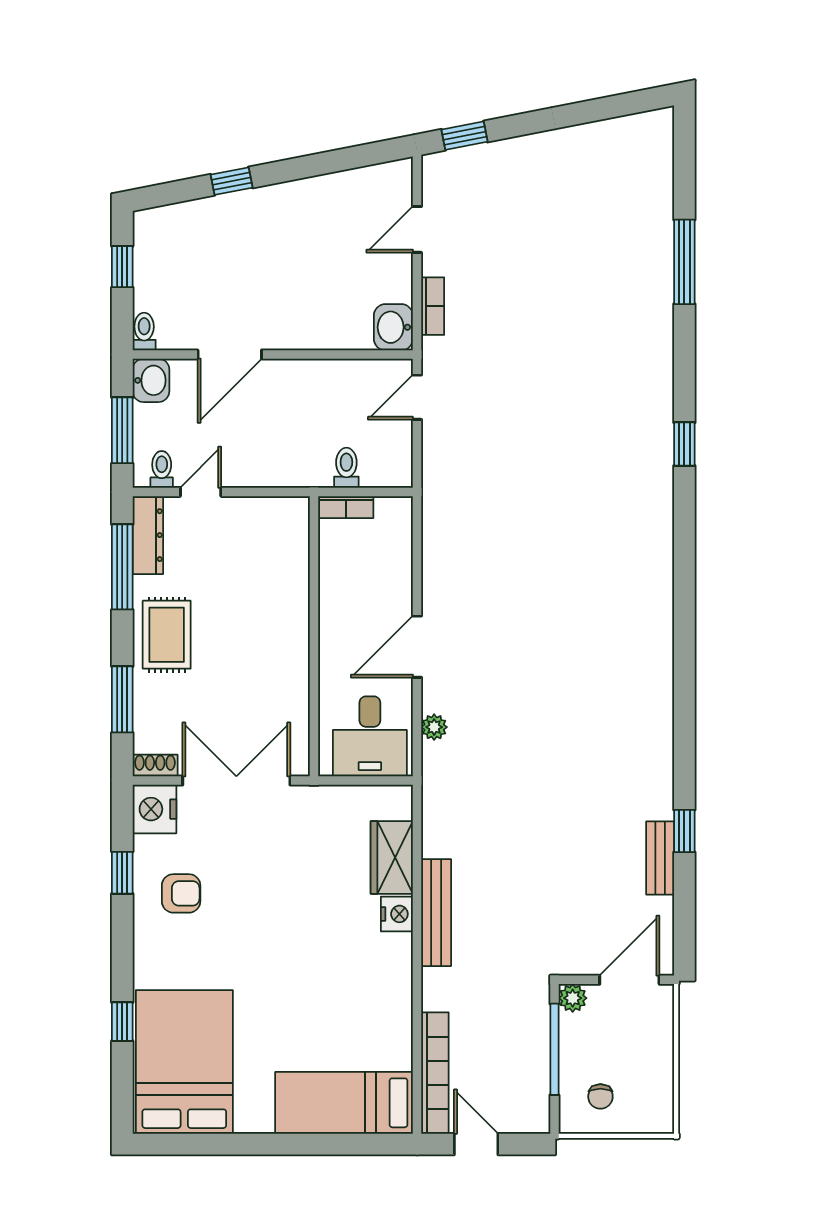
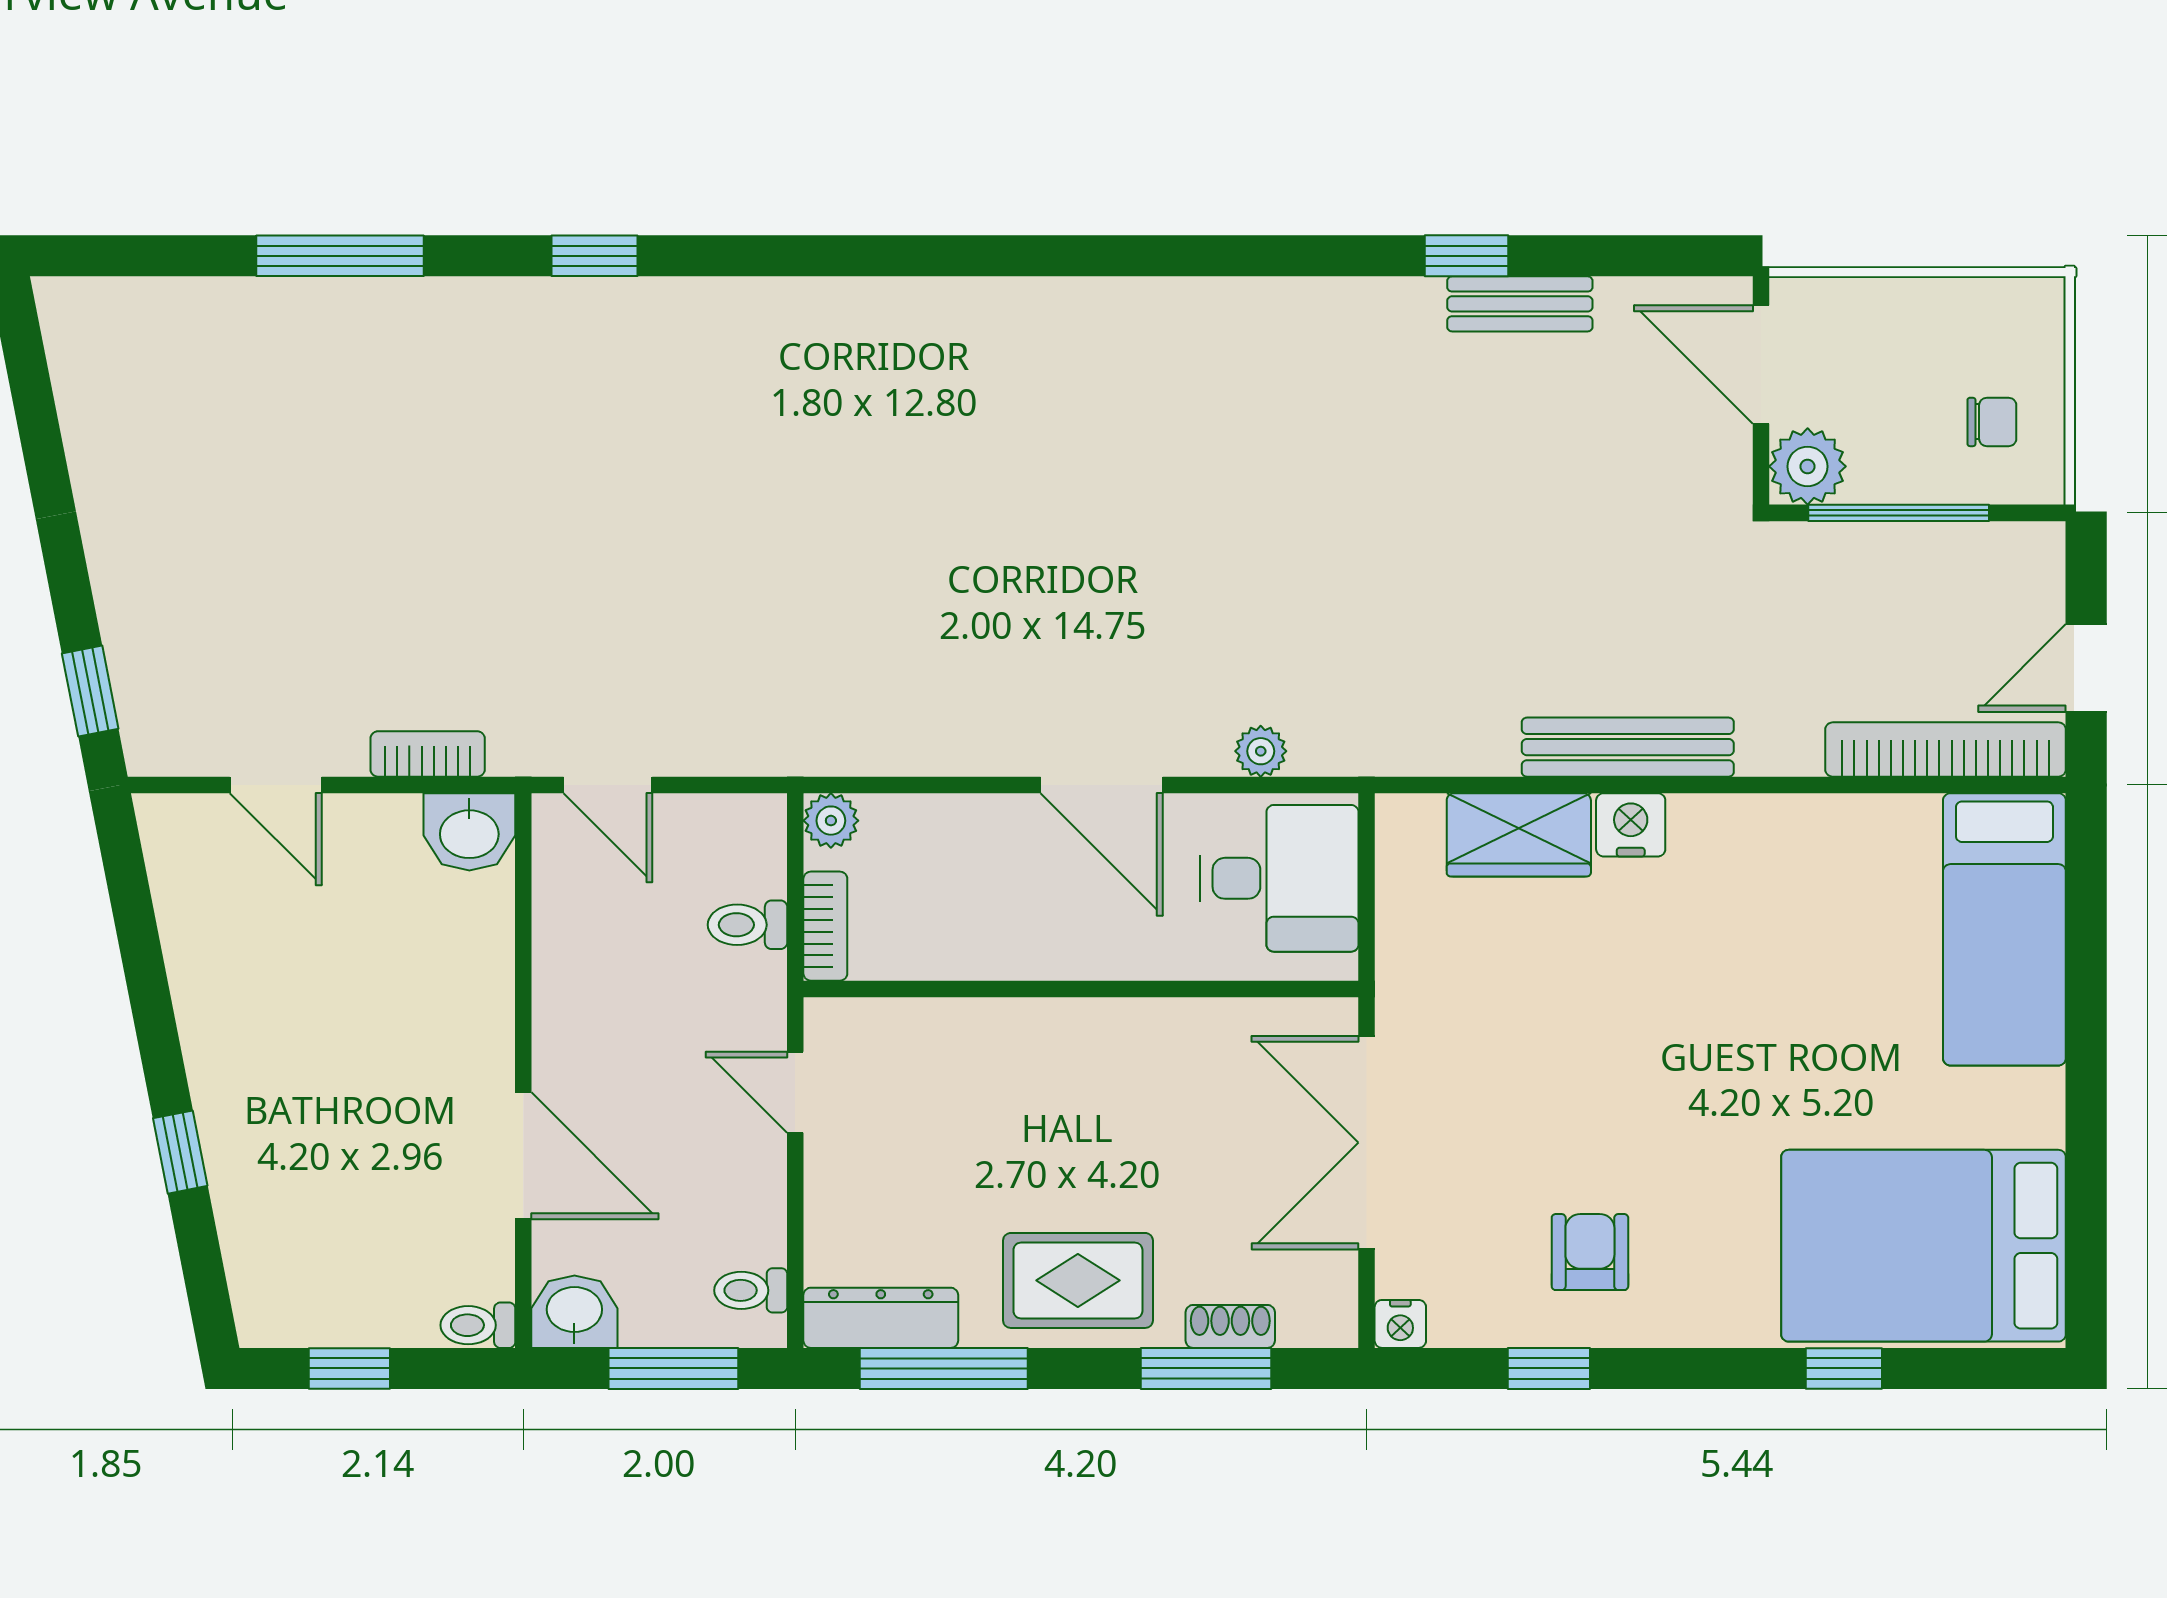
window: (684, 444) -> (595, 256), moved
door: (201, 492) -> (795, 1092), moved
plant: (399, 510) -> (831, 821), added
shoe rack: (155, 765) -> (1230, 1326), moved, turned 90
nightstand: (154, 809) -> (1400, 1324), width x0.53, depth x0.56
plant: (573, 998) -> (1808, 466), width x1.38, depth x1.38

